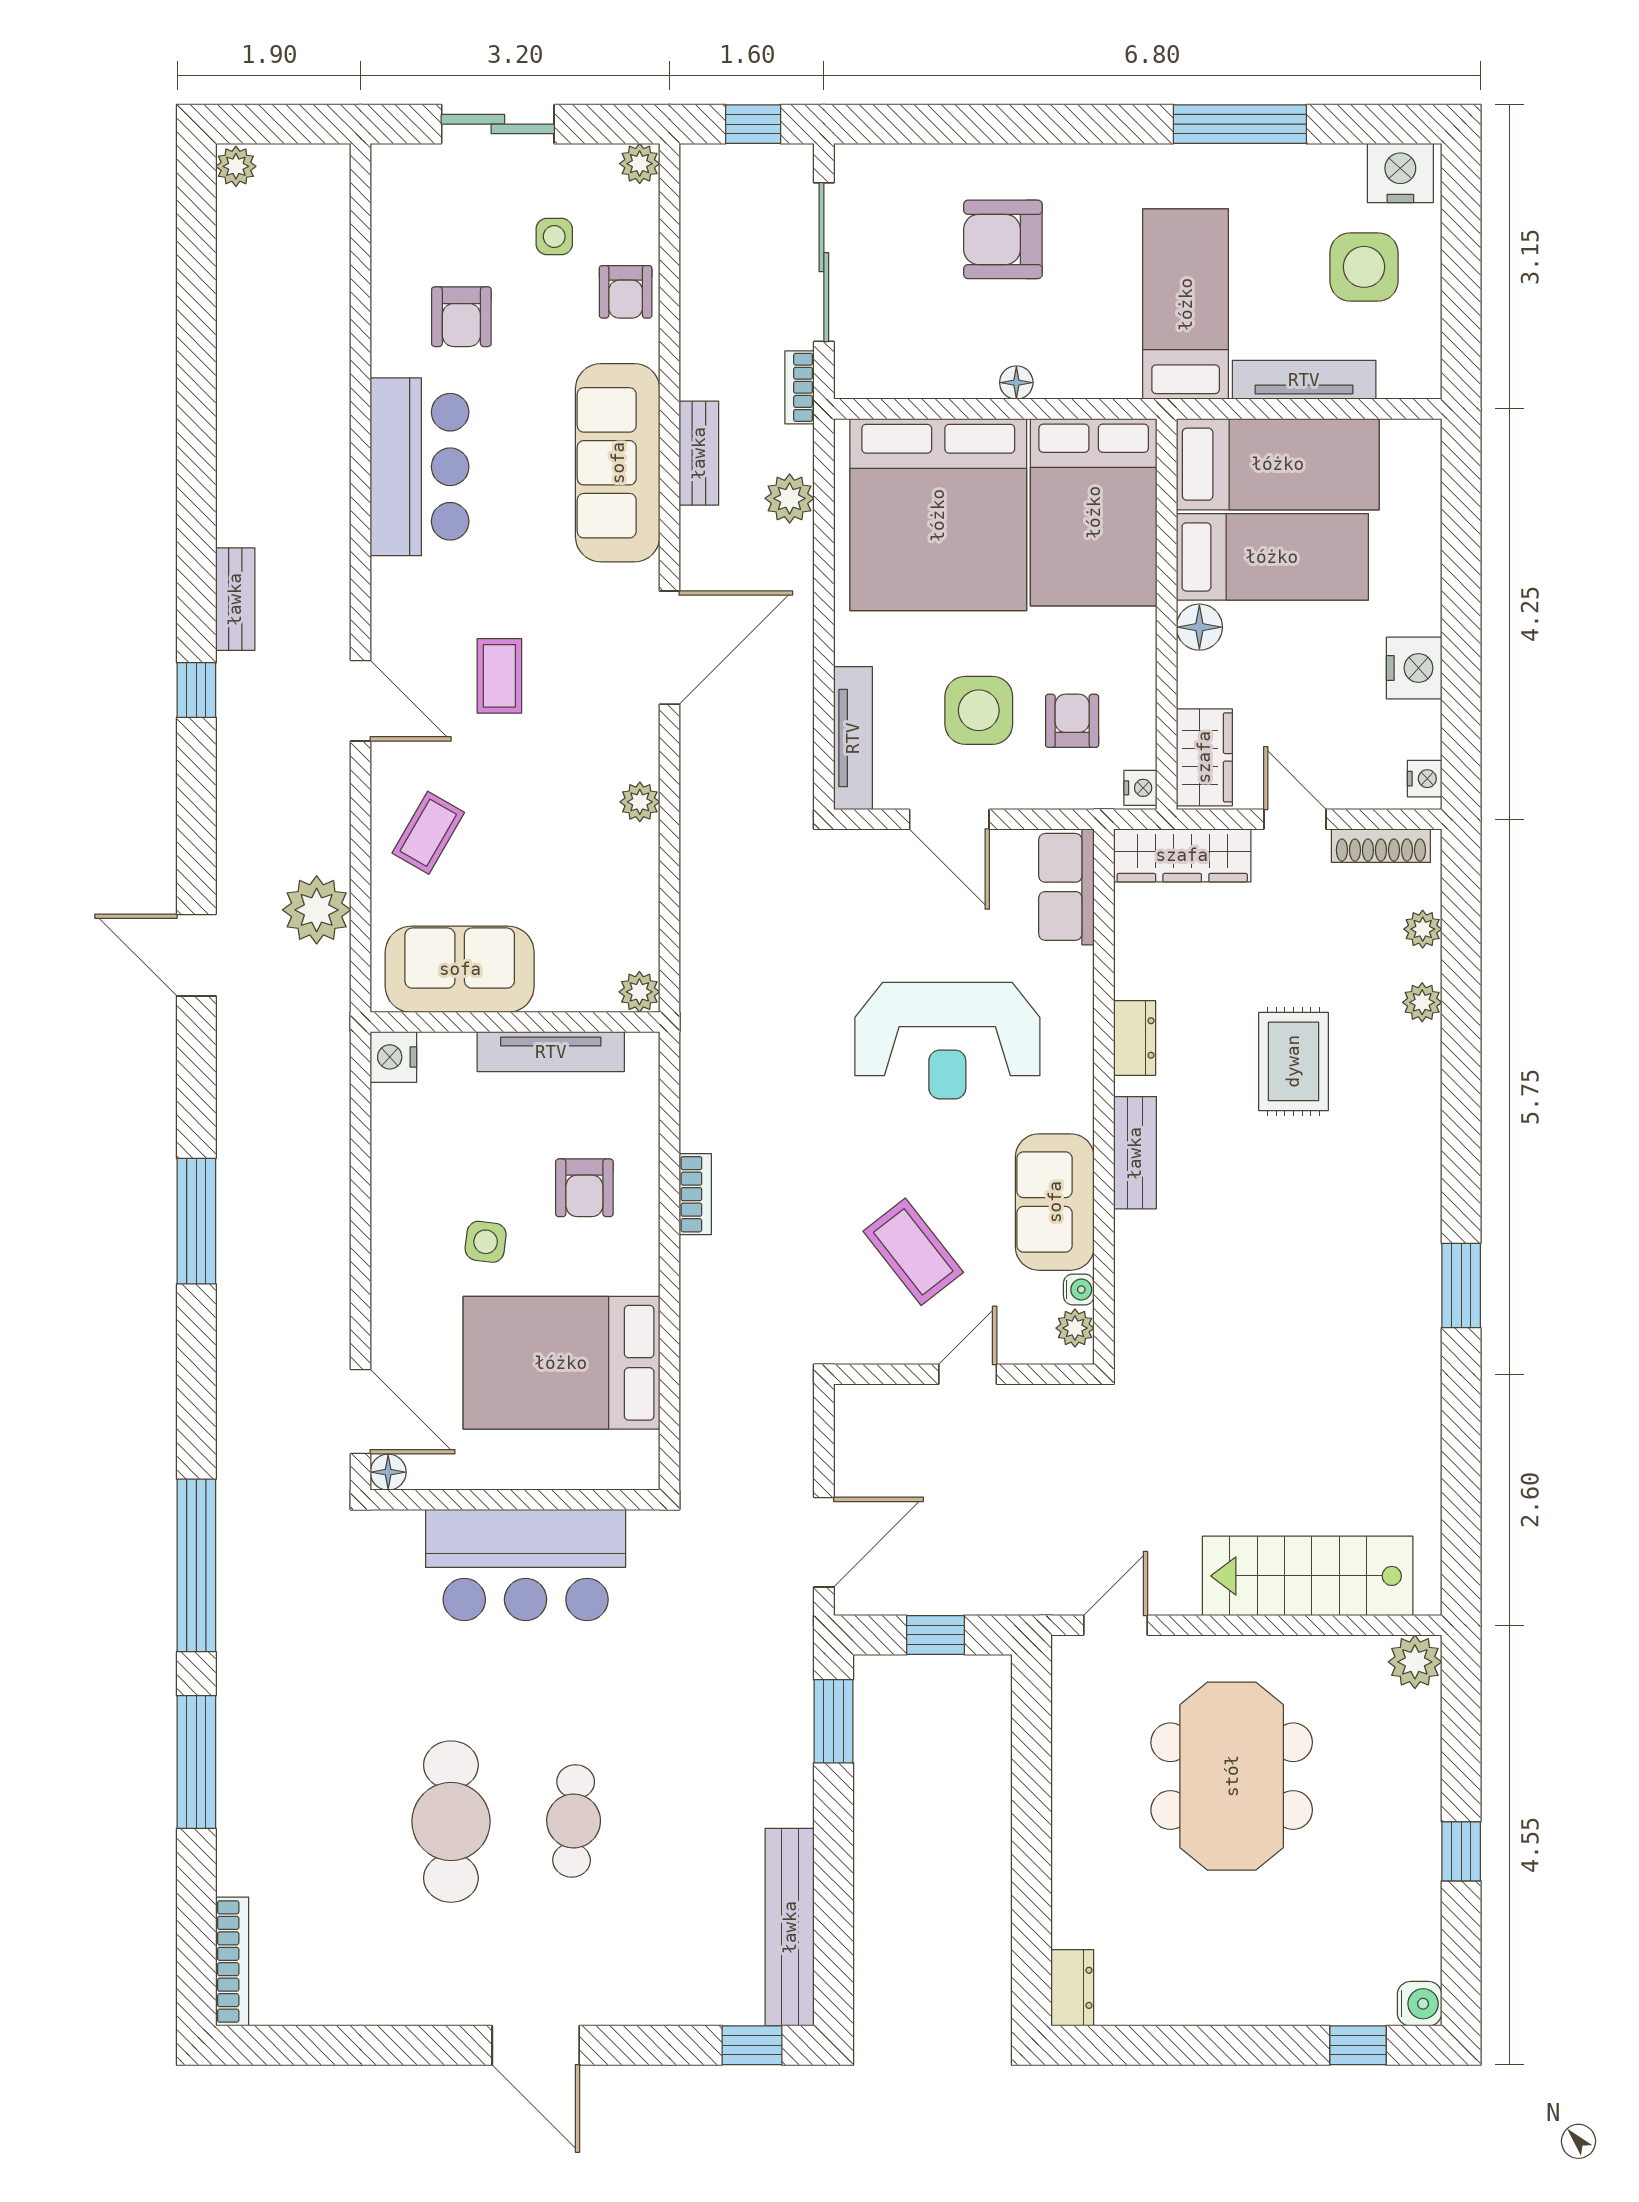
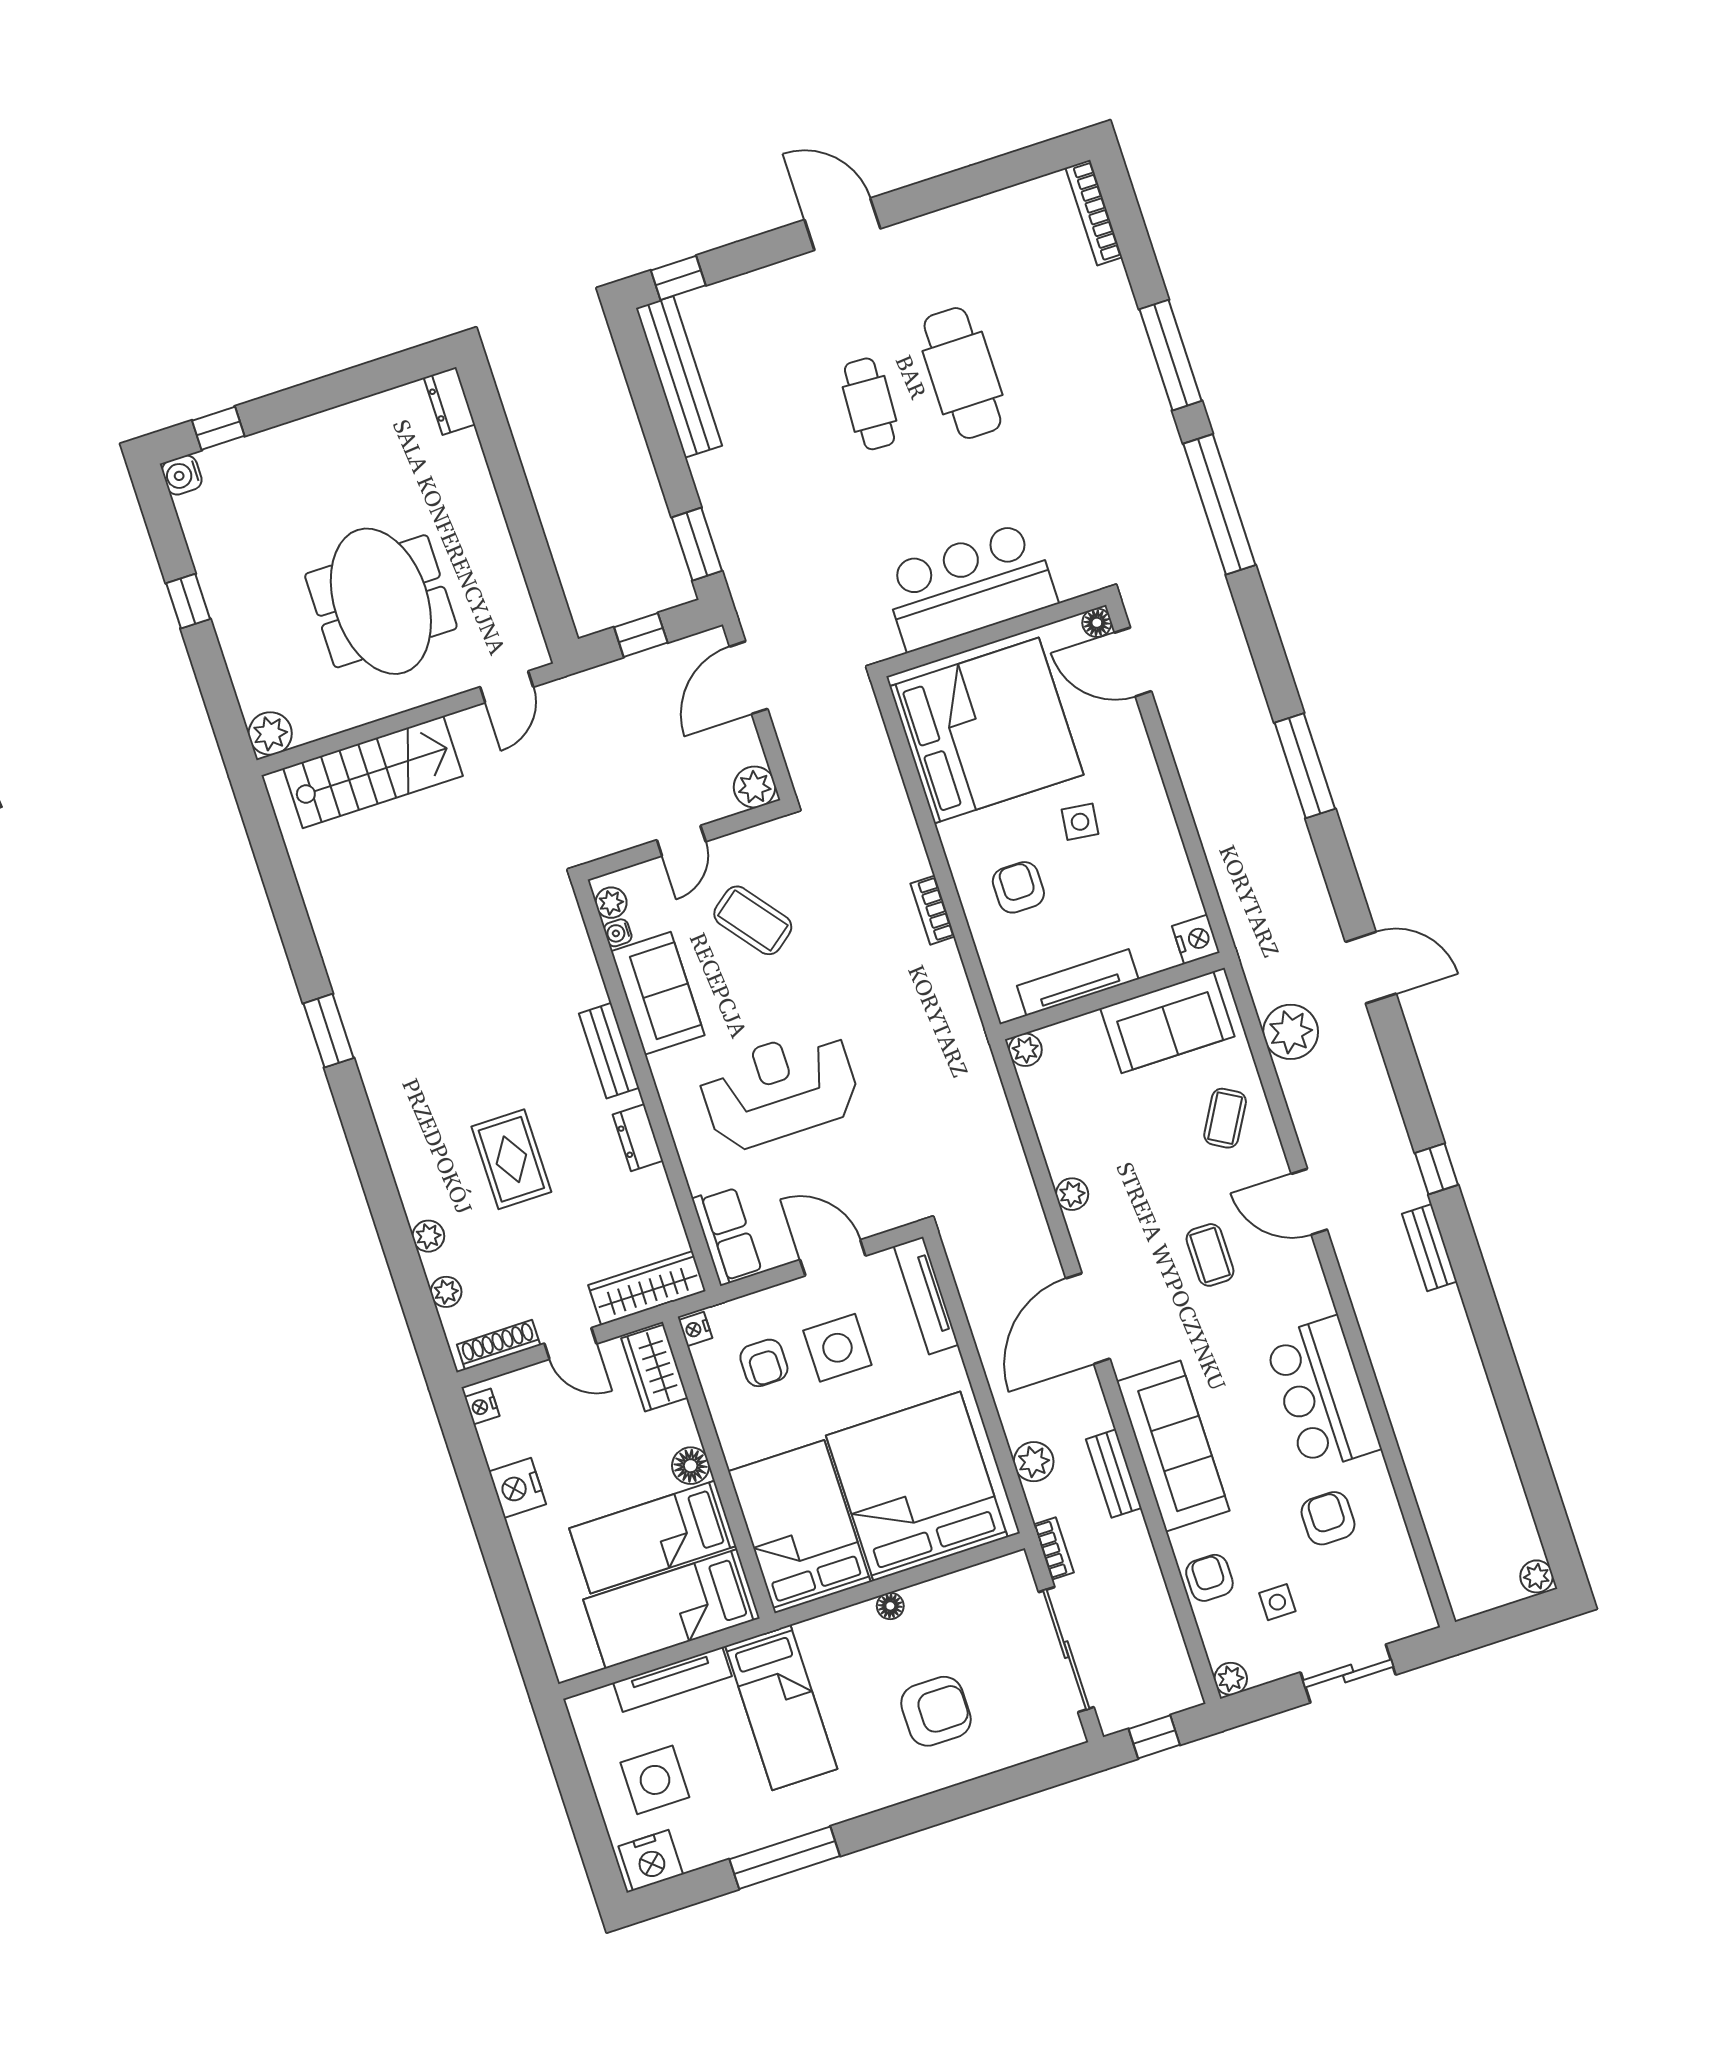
bed: (561, 1363) -> (986, 731), width x1.36
plant: (859, 1410) -> (755, 787), added

